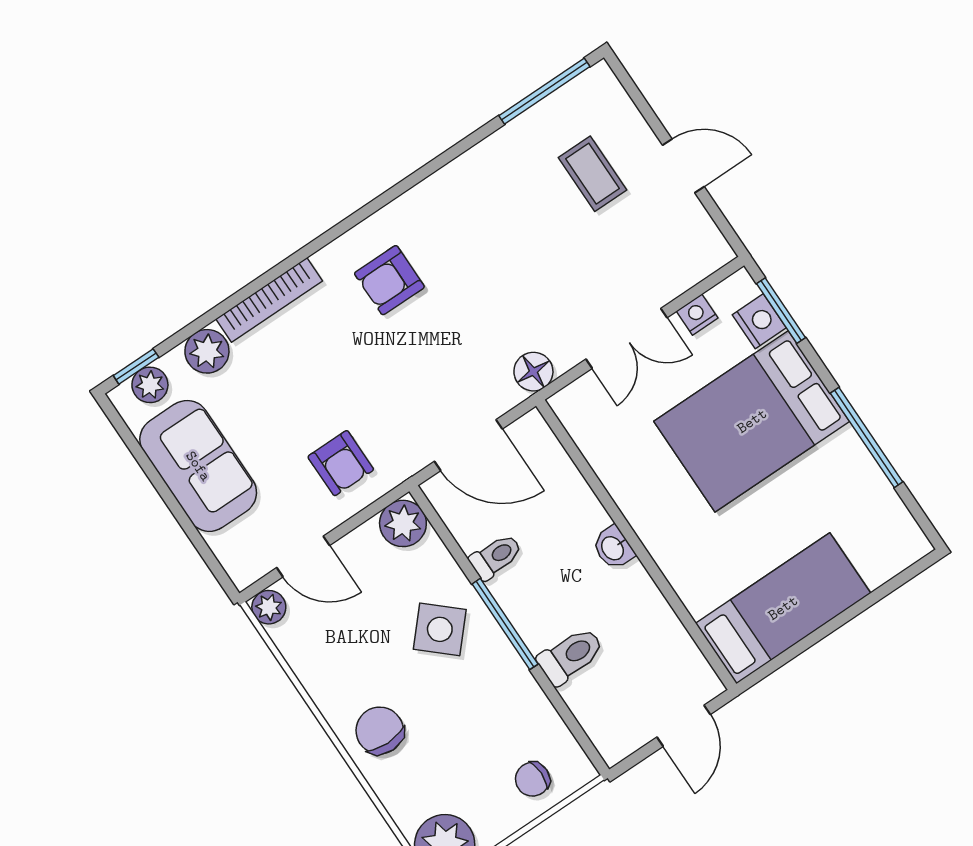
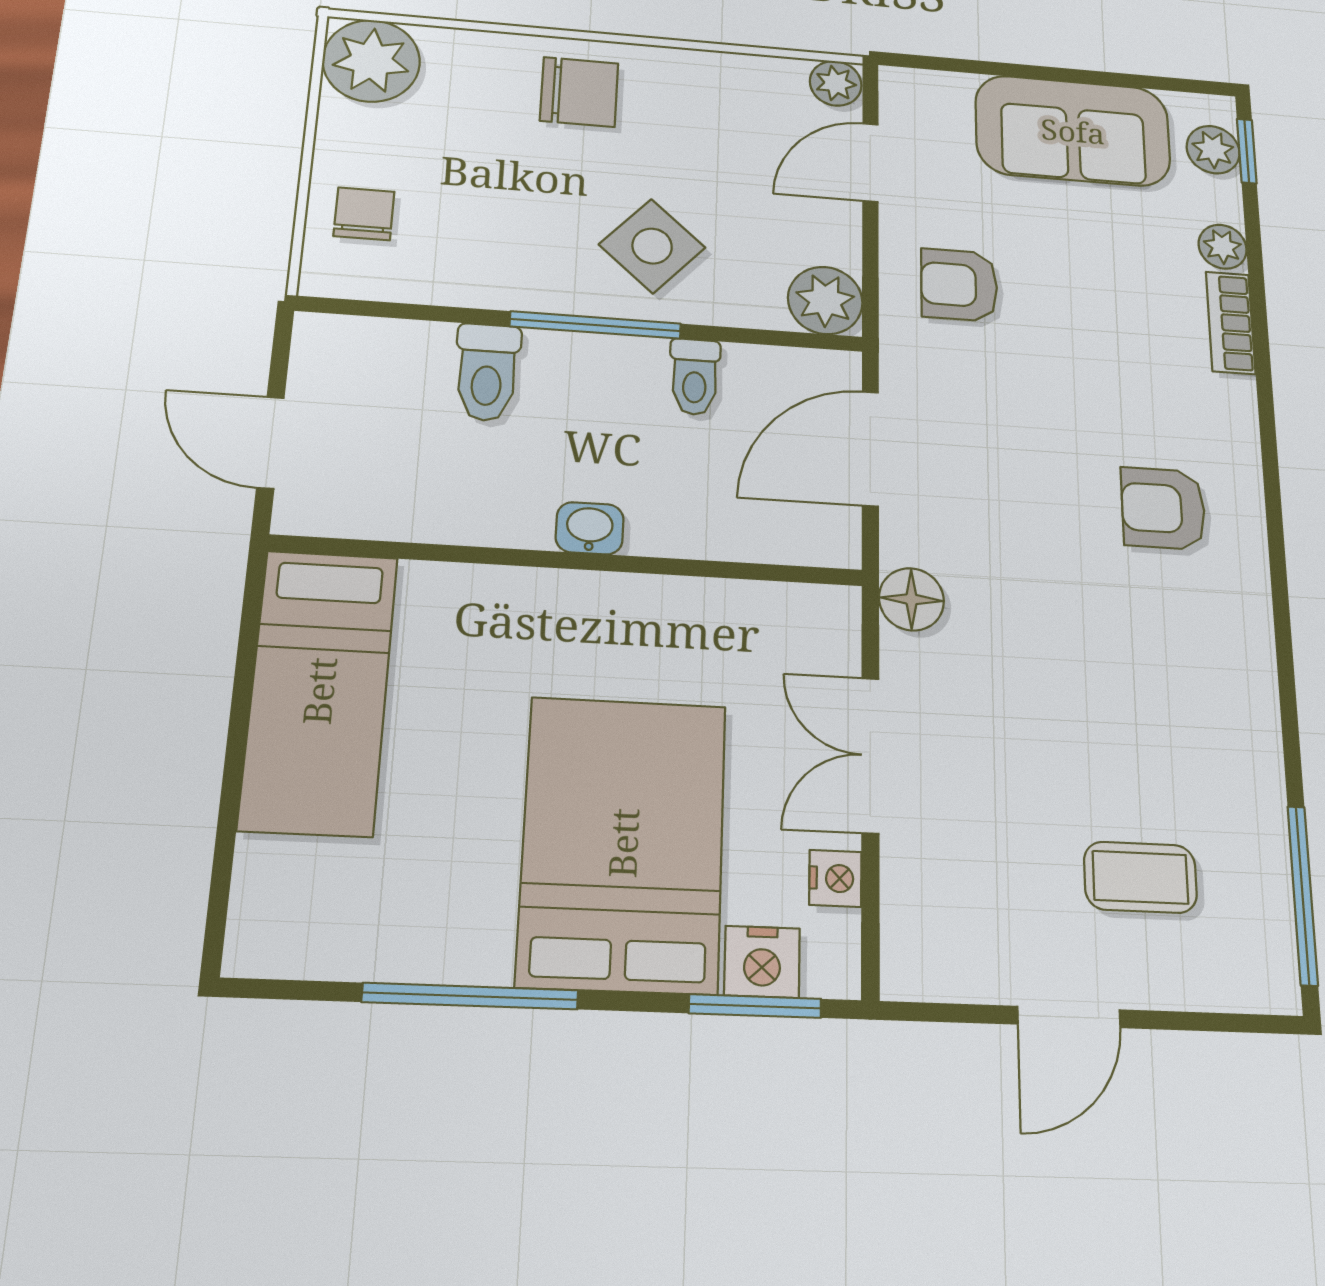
armchair: (389, 280) -> (1163, 508), turned -90
bookcase: (269, 300) -> (1231, 323), width x0.64
plant: (207, 351) -> (1223, 247), width x0.73, depth x0.73

